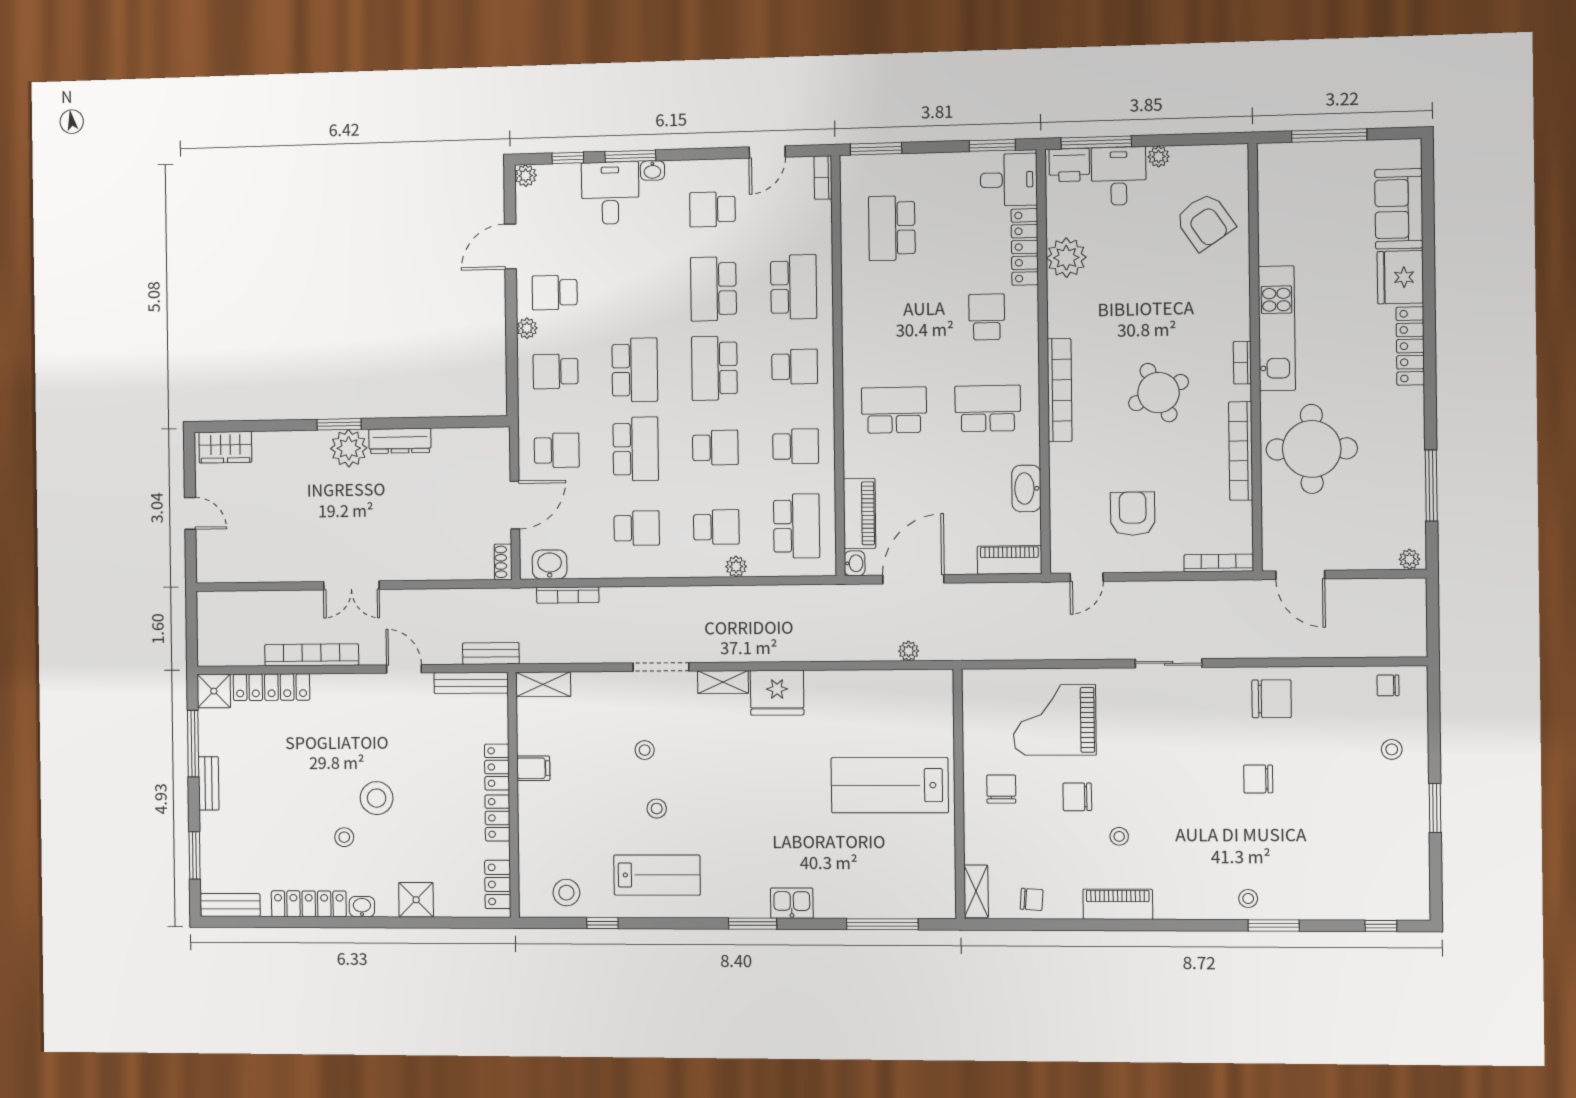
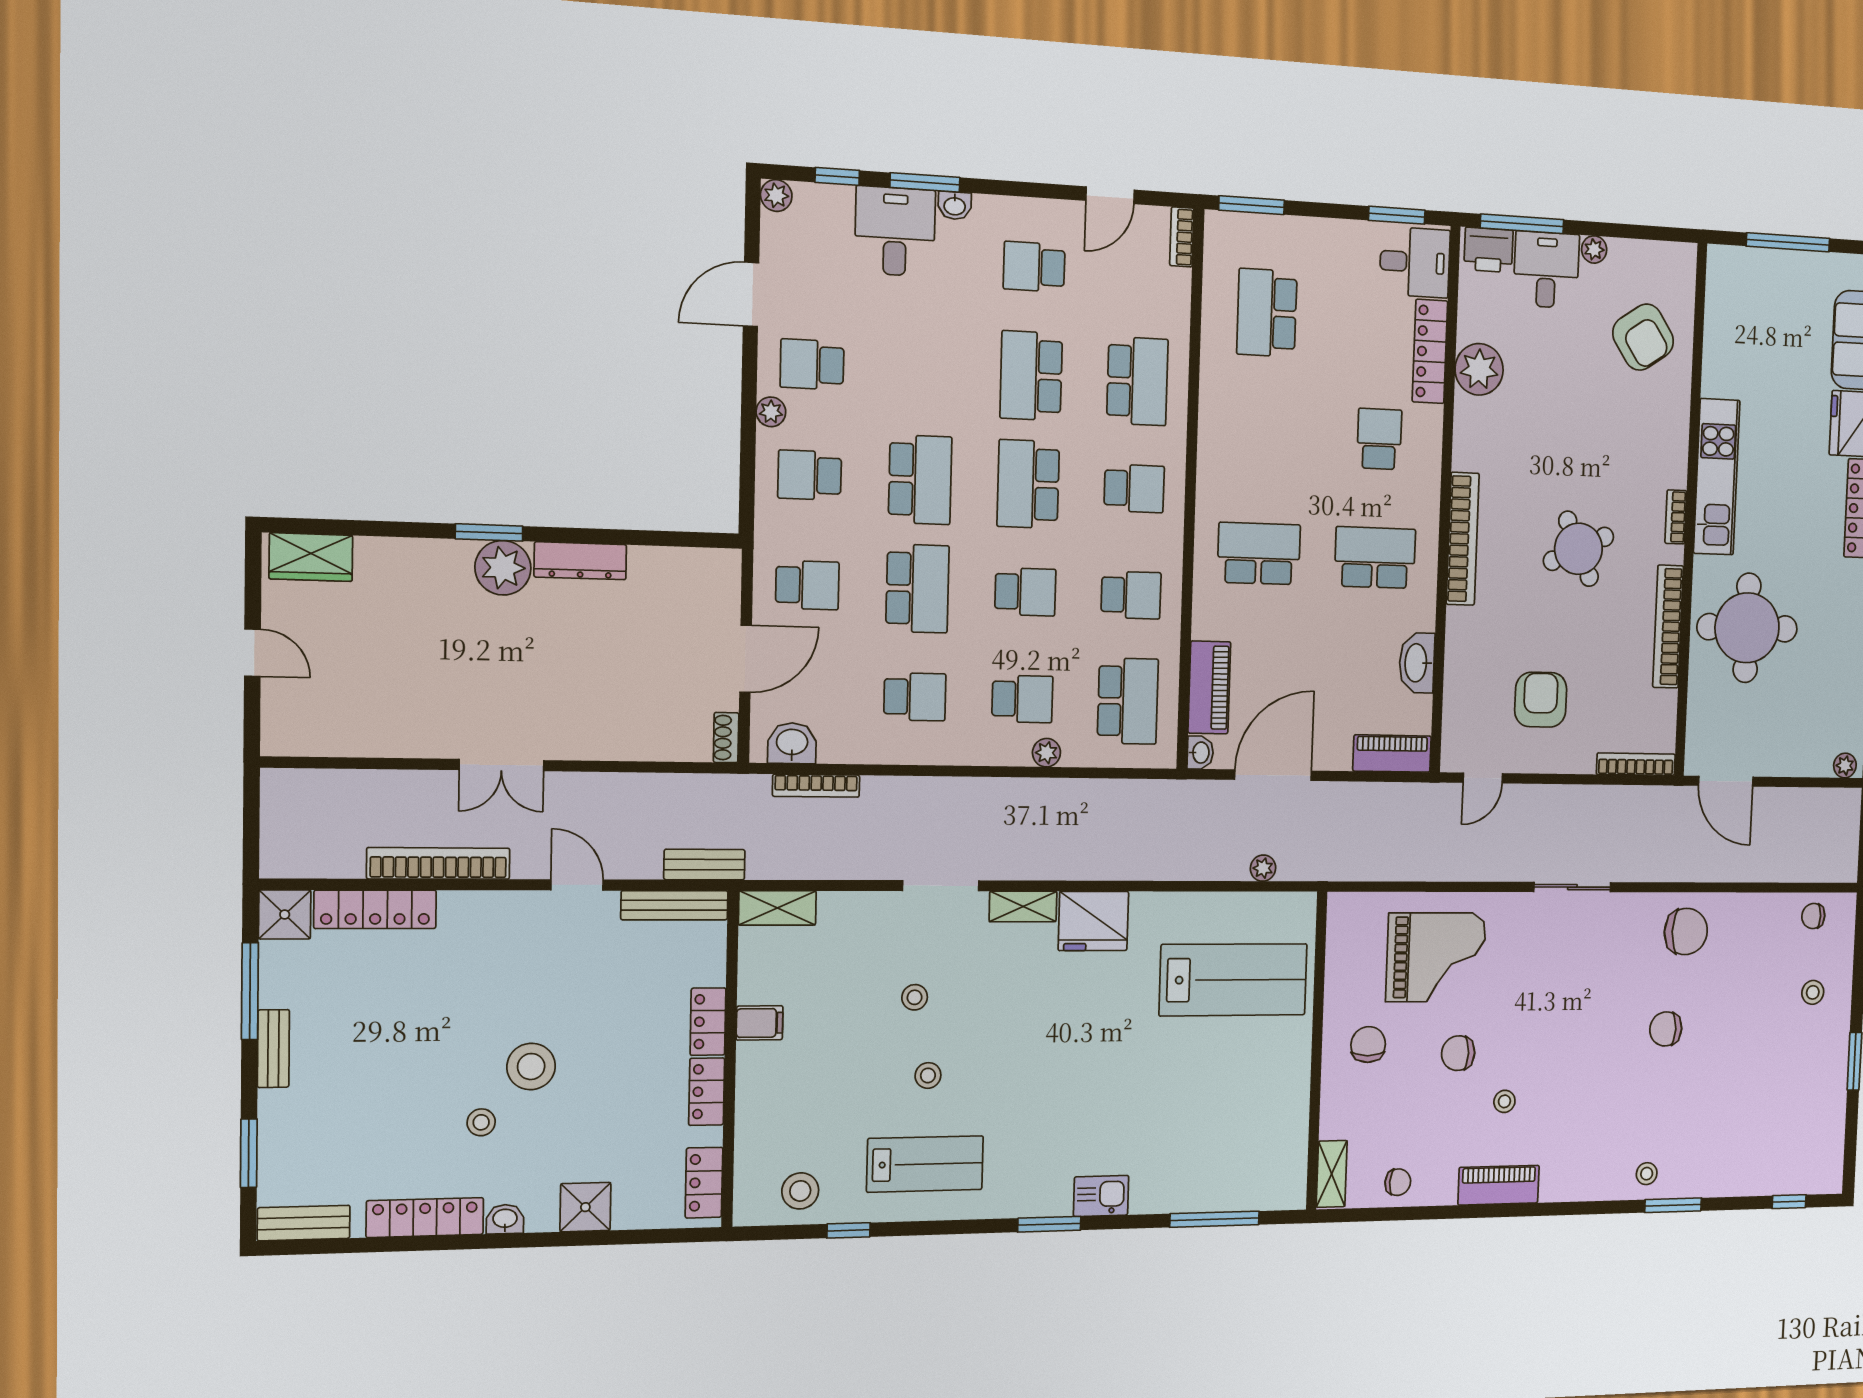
grand piano: (1055, 720) -> (1436, 957), turned 180
lab bench: (890, 785) -> (1233, 980), moved, turned 180

